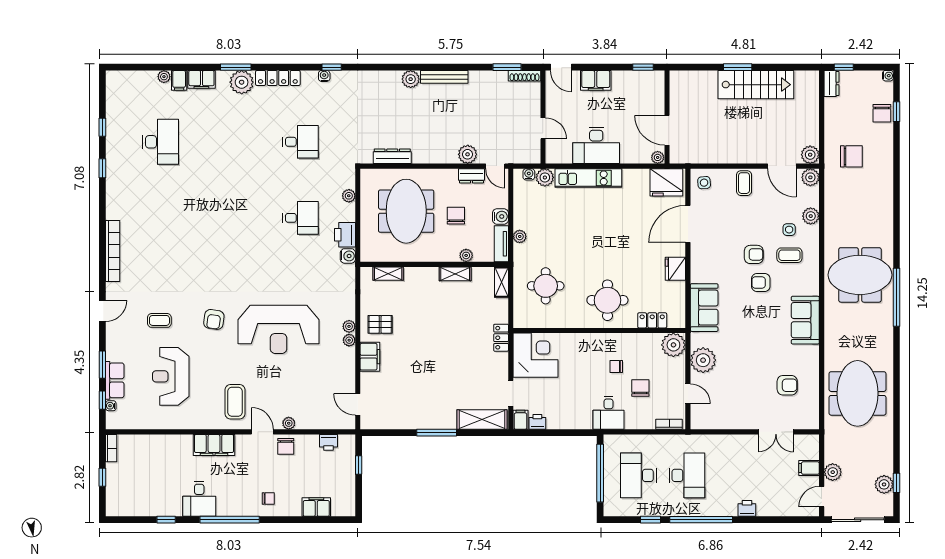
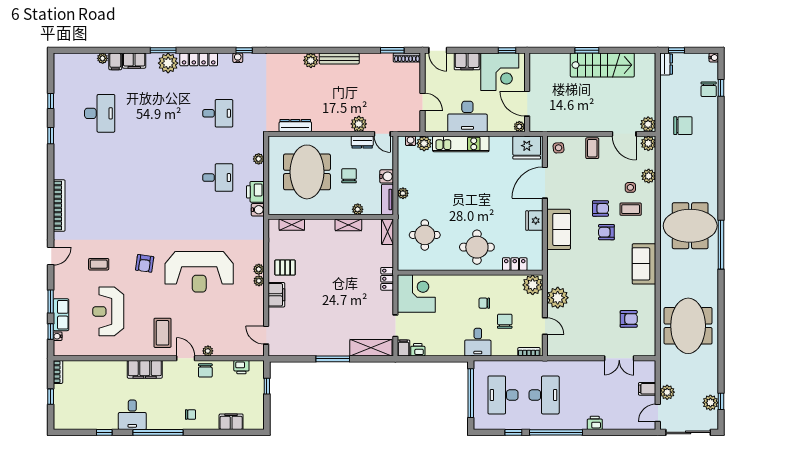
corner desk: (634, 93) -> (500, 72), added
sofa: (704, 308) -> (559, 229), moved

